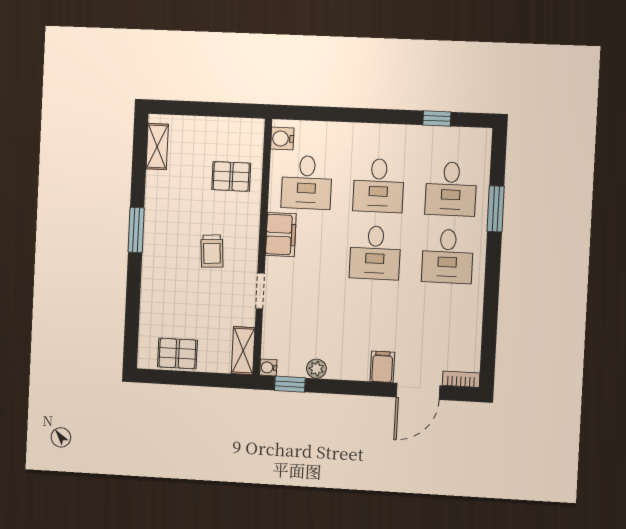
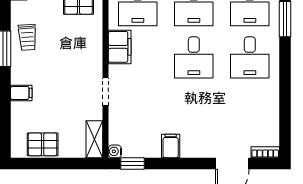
trolley: (212, 251) -> (27, 37), moved
filing cabinet: (154, 287) -> (21, 93), added
filing cabinet: (382, 367) -> (171, 146), moved
plant: (316, 369) -> (153, 150), removed

